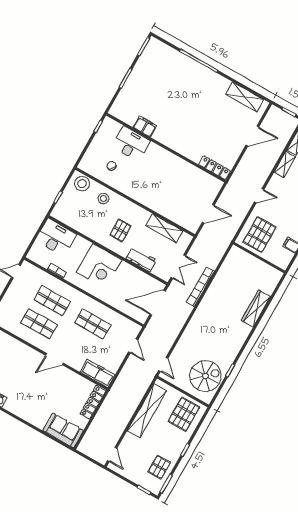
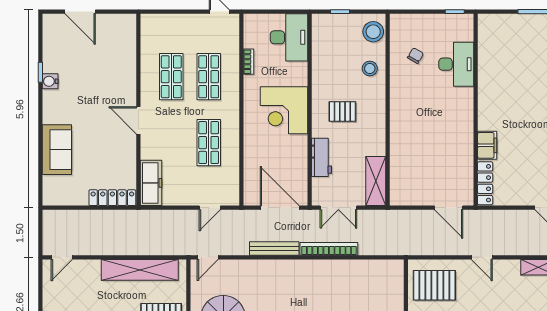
filing cabinet: (145, 127) -> (487, 145), moved
door: (208, 214) -> (449, 208), moved
shelving: (164, 228) -> (376, 181), moved
bench: (181, 320) -> (274, 249), added
sofa: (63, 430) -> (57, 150), moved

